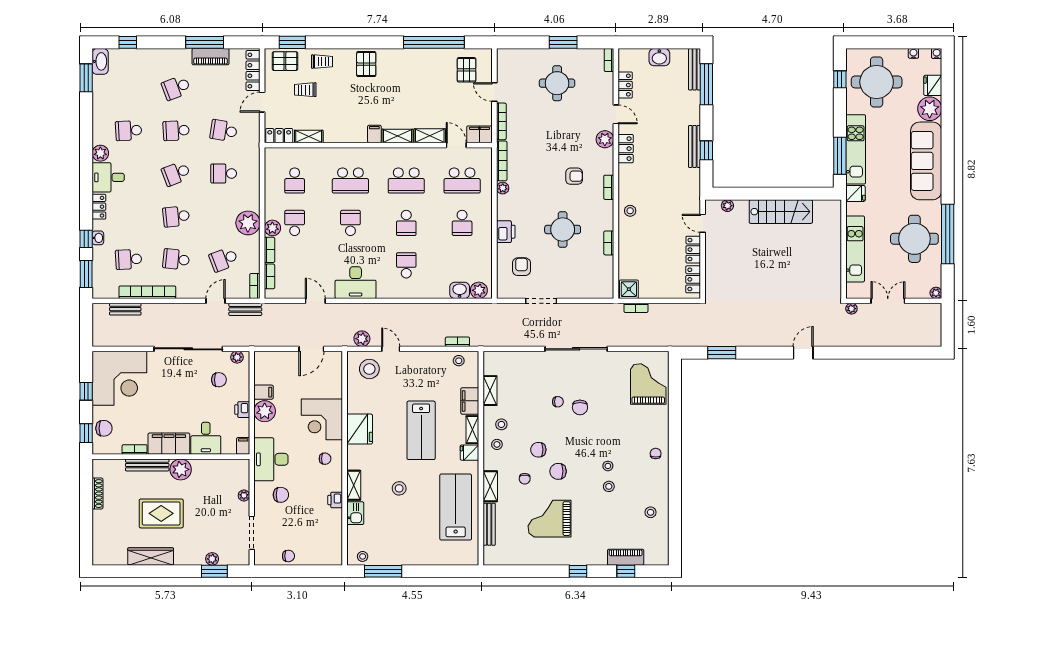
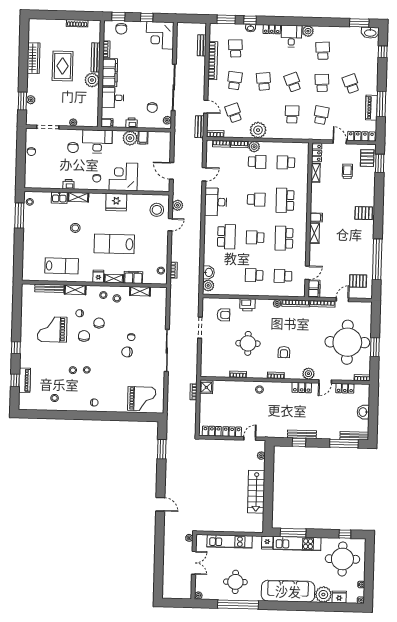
trolley: (322, 62) -> (366, 183), removed
round table: (557, 83) -> (347, 342), width x1.86, depth x1.86
shelving: (430, 136) -> (314, 255), removed
school desk: (462, 181) -> (283, 276), width x0.54
round table: (914, 239) -> (235, 582), width x0.73, depth x0.73
school desk: (406, 265) -> (226, 237), width x1.85
corner desk: (119, 378) -> (160, 35), width x0.74, depth x0.74
lab bench: (456, 507) -> (62, 266), width x0.73, depth x0.72
grand piano: (550, 519) -> (52, 329), turned -90

